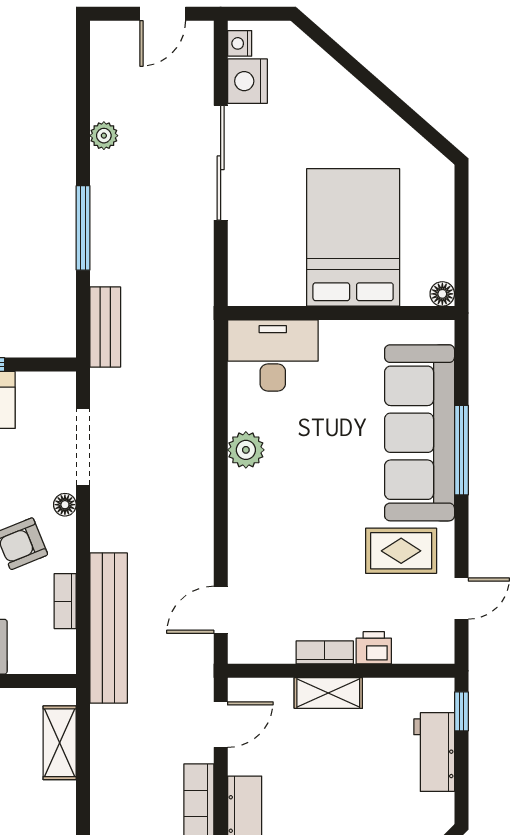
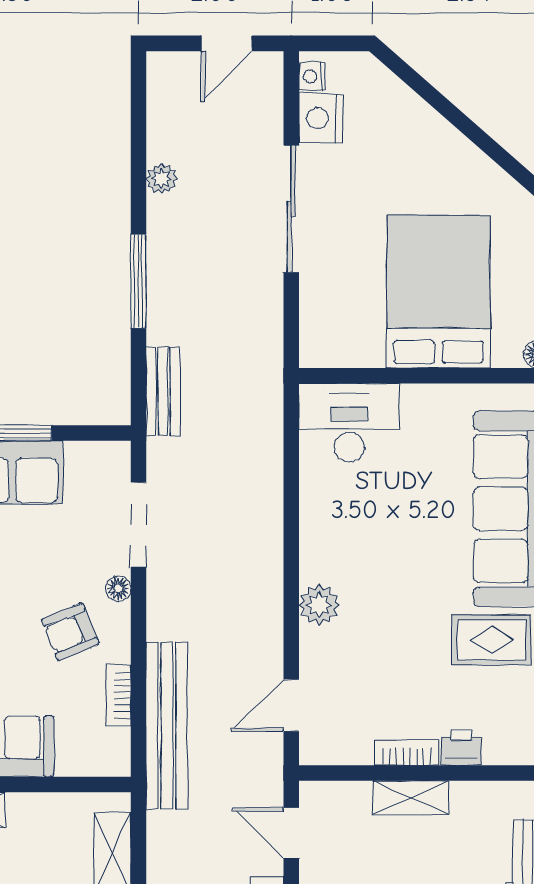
plant: (246, 450) -> (319, 605), moved
door: (221, 725) -> (291, 833), swing flipped

